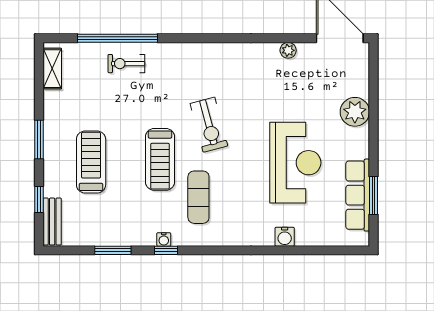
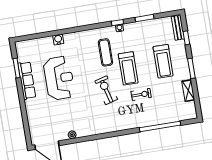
exercise bike: (126, 64) -> (141, 94), moved
shelving: (52, 69) -> (188, 91), moved
plant: (355, 112) -> (33, 109), removed
treadmill: (160, 159) -> (128, 68), turned 180
reception desk: (295, 163) -> (59, 78), turned 180
row of seats: (358, 195) -> (27, 80), moved

